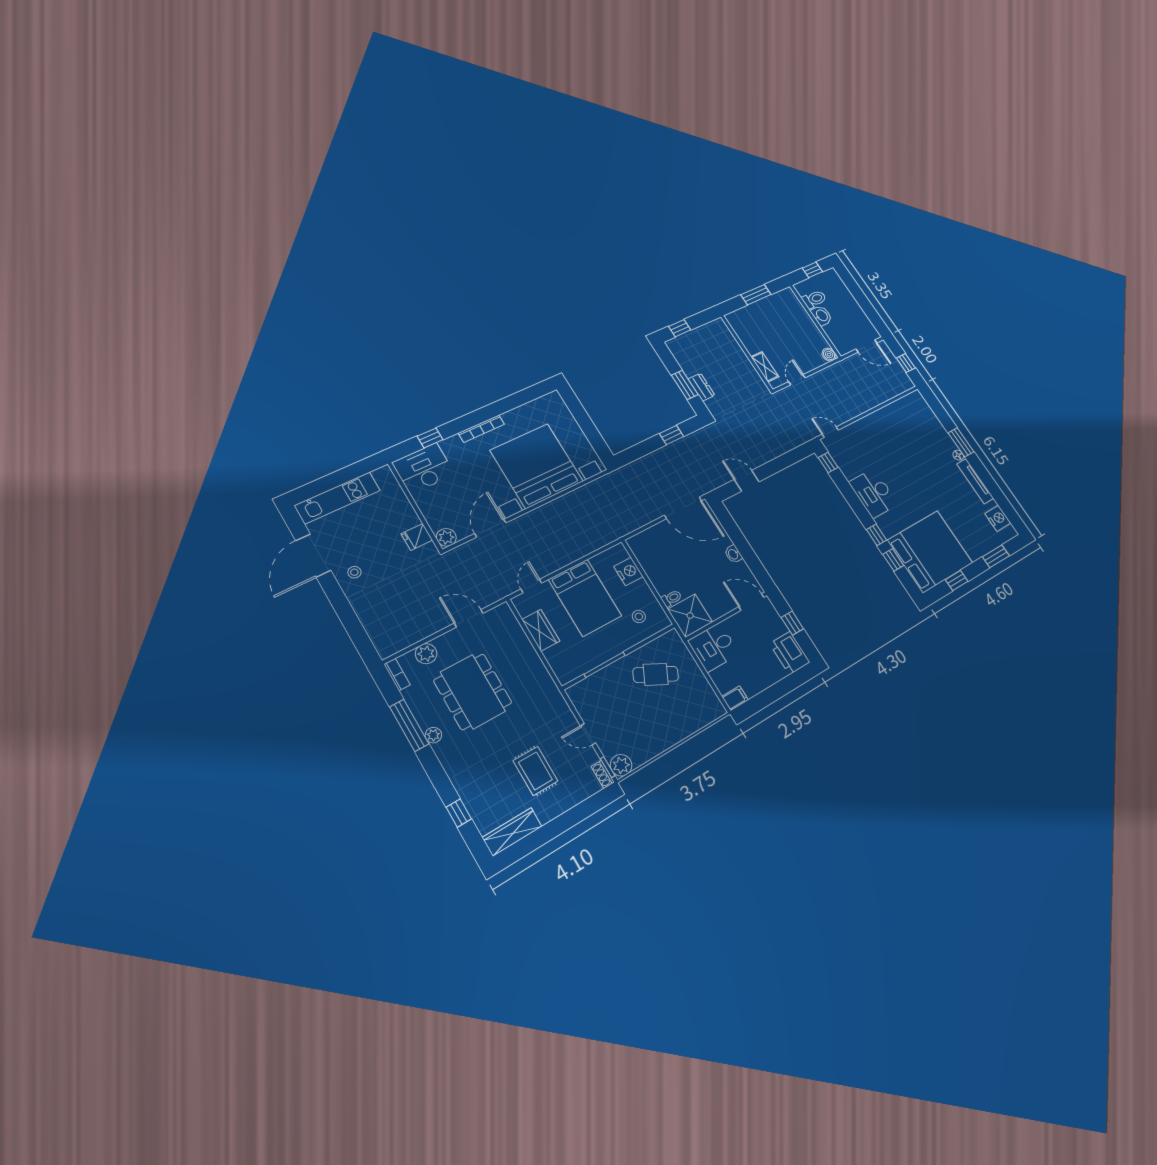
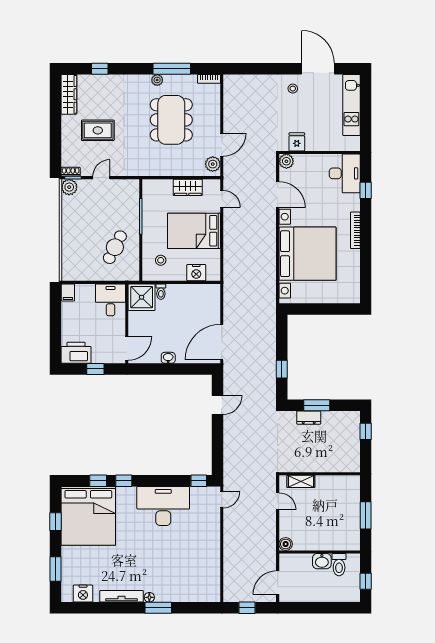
desk: (873, 493) -> (163, 506), width x1.36, depth x1.30
plant: (426, 654) -> (213, 164), moved
dining table: (473, 692) -> (171, 120), turned 90

